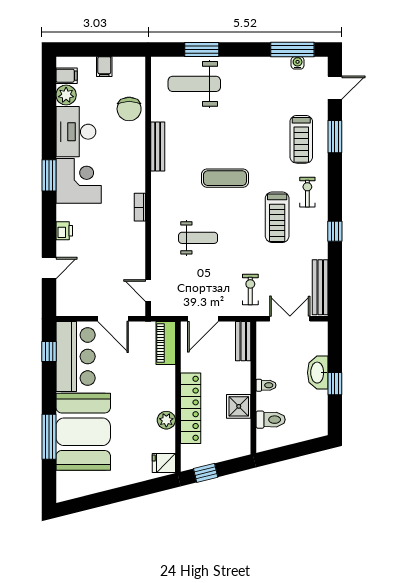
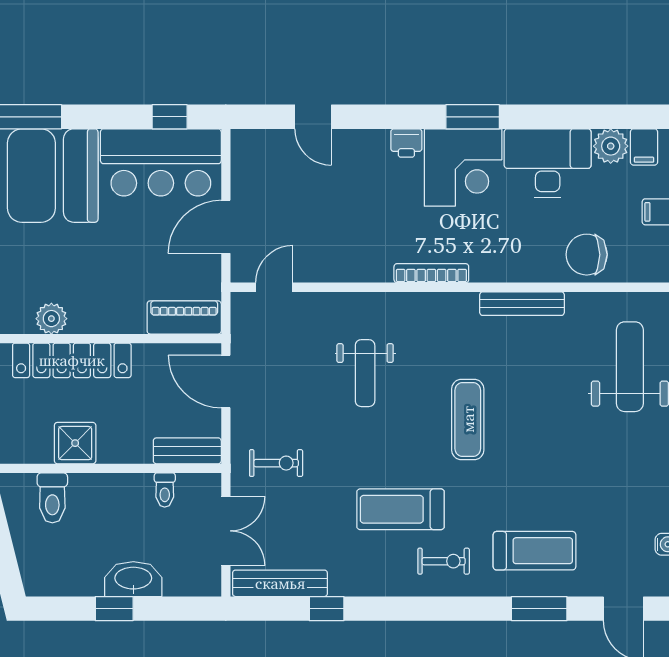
treadmill: (301, 139) -> (534, 551), turned 180
bookcase: (140, 207) -> (431, 273), width x1.56
printer: (64, 231) -> (406, 143), moved
window: (335, 231) -> (327, 609), moved
toilet: (266, 385) -> (165, 490), moved

